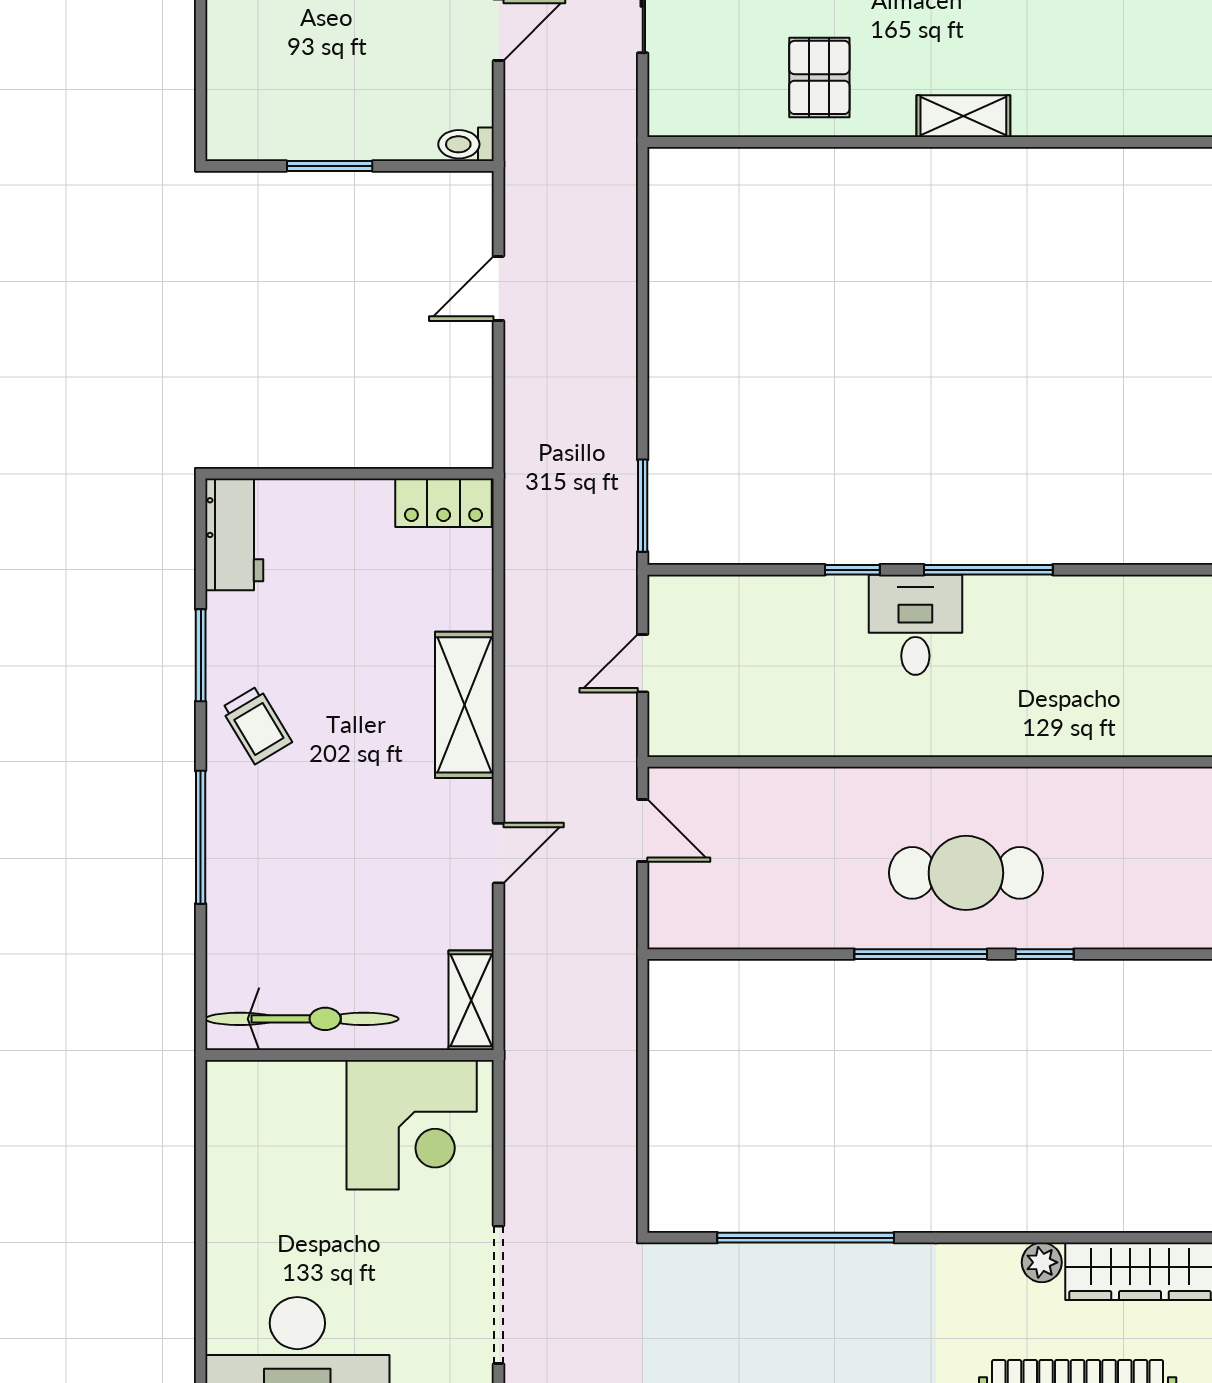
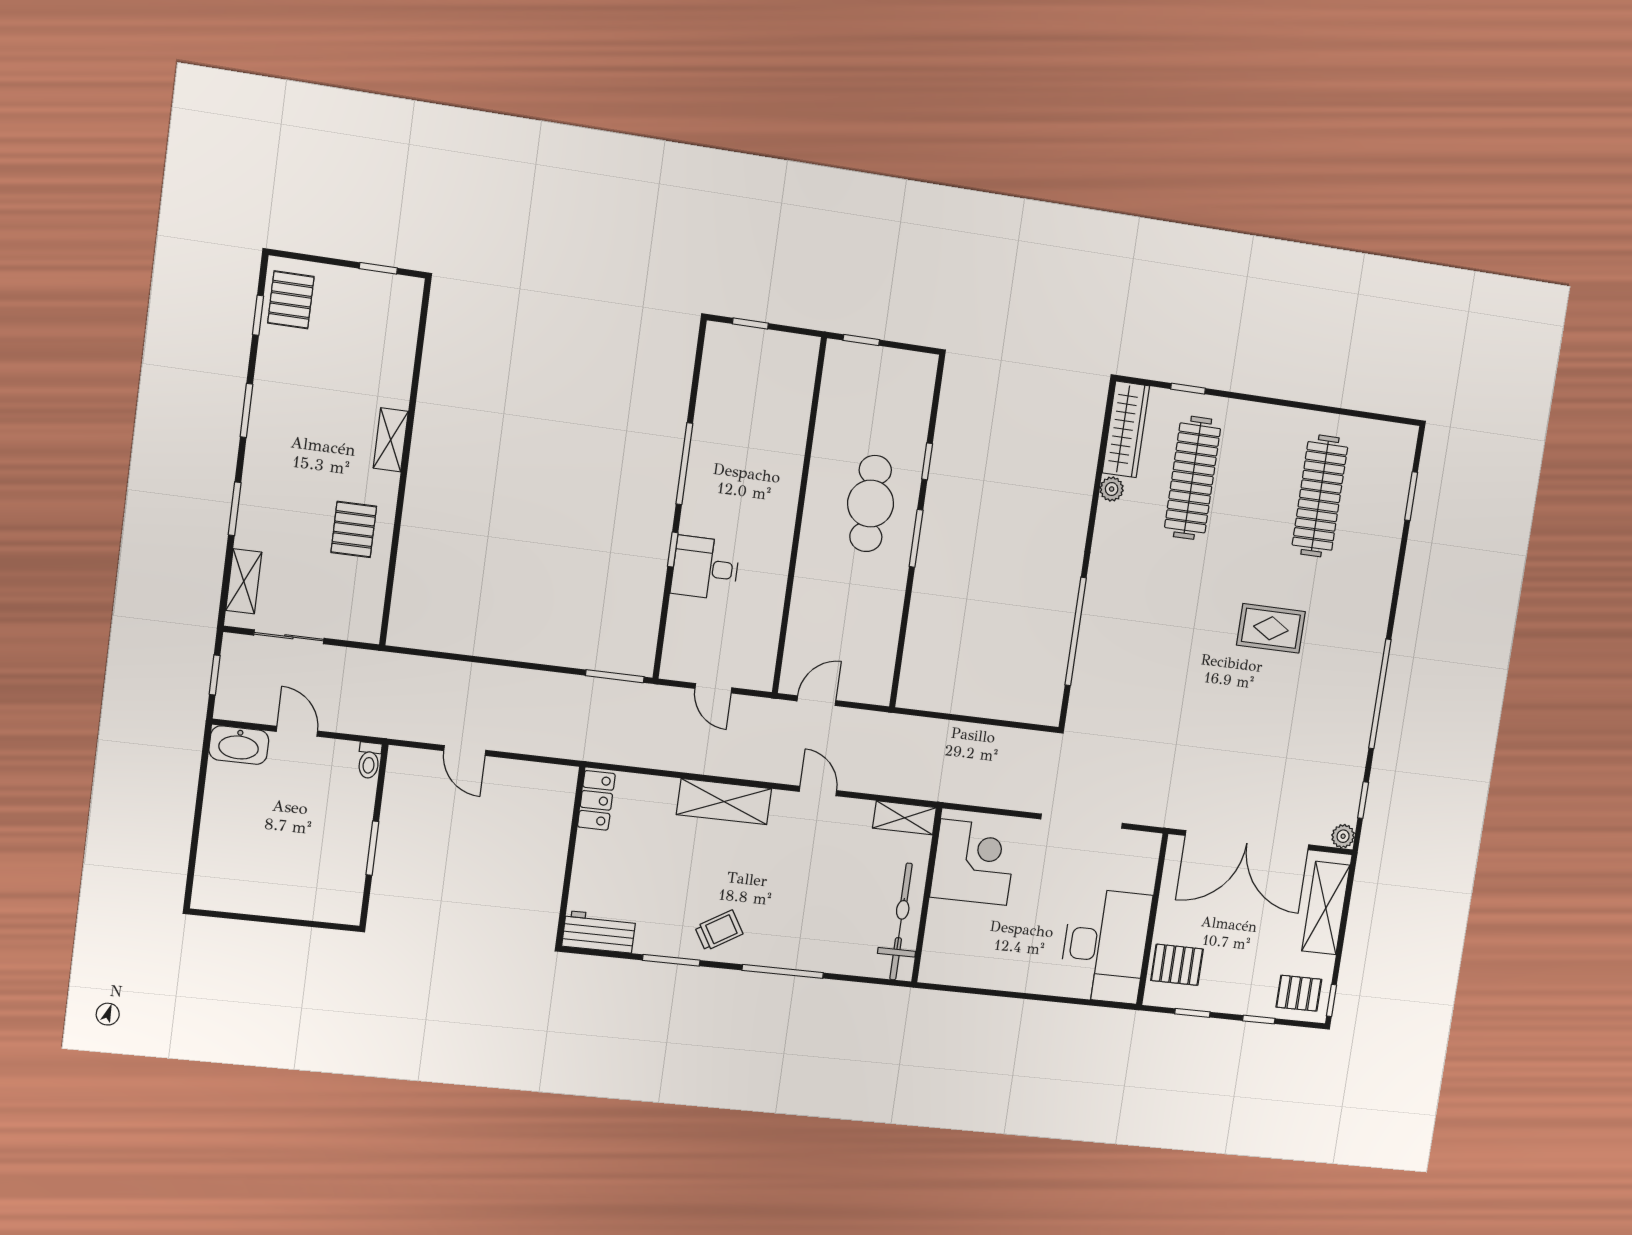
pallet: (819, 77) -> (354, 529), turned 90
desk: (915, 625) -> (705, 568), moved
window: (921, 954) -> (916, 538), width x0.69

